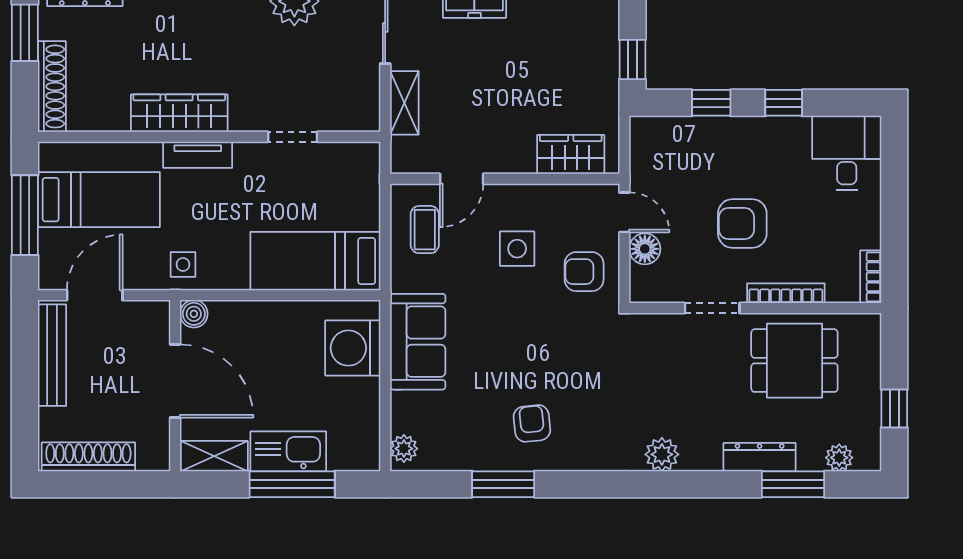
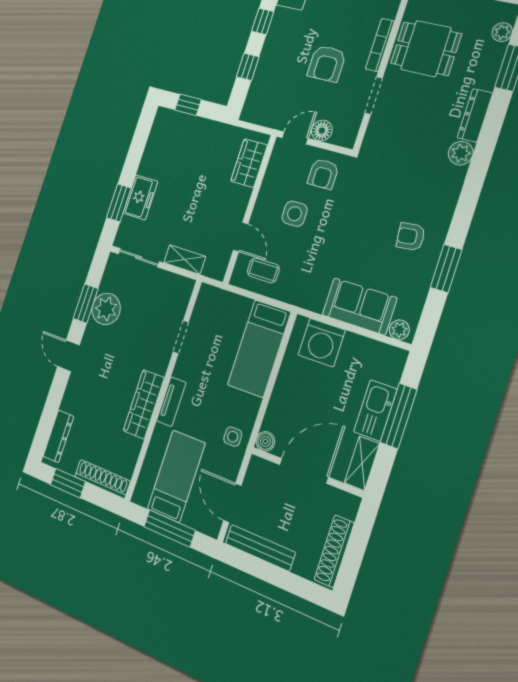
window: (632, 59) -> (188, 105), moved
sofa: (418, 342) -> (359, 306), moved
dining table: (794, 361) -> (426, 49), turned 90
dresser: (760, 457) -> (475, 115), moved

